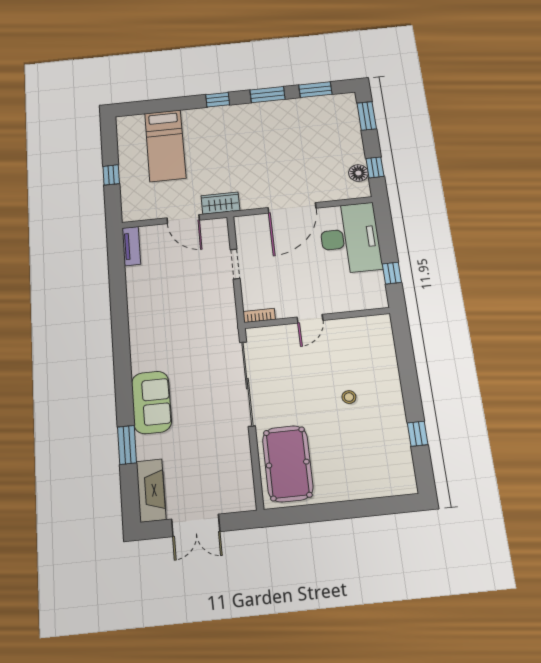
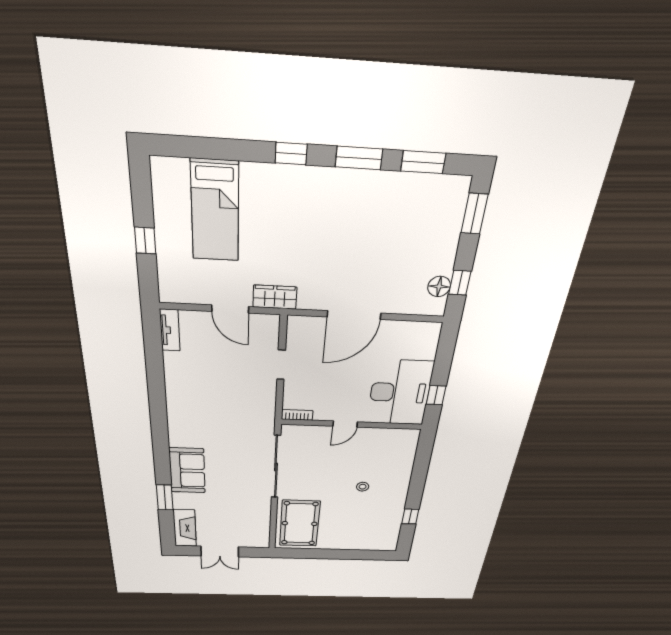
desk: (350, 238) -> (400, 393), moved

